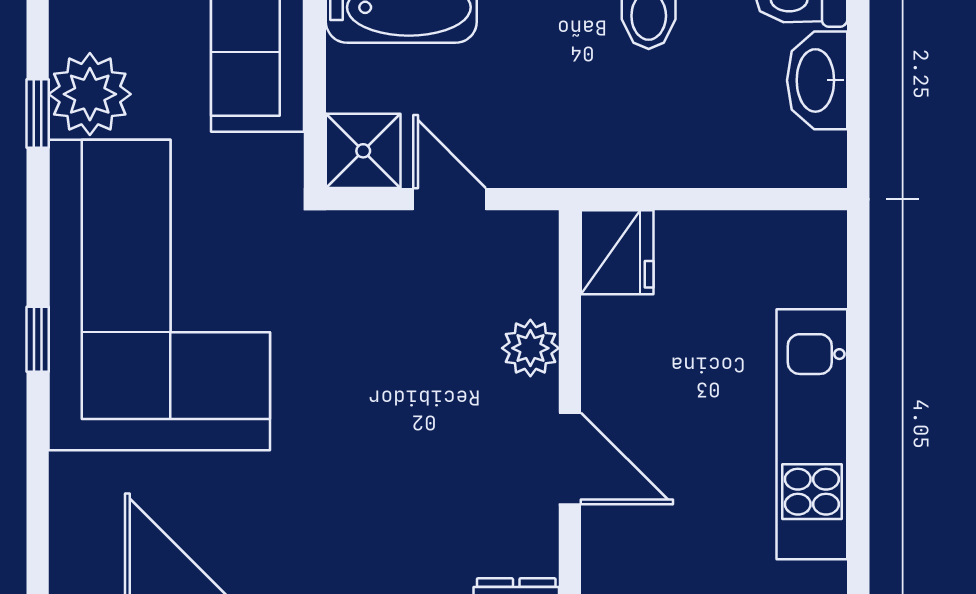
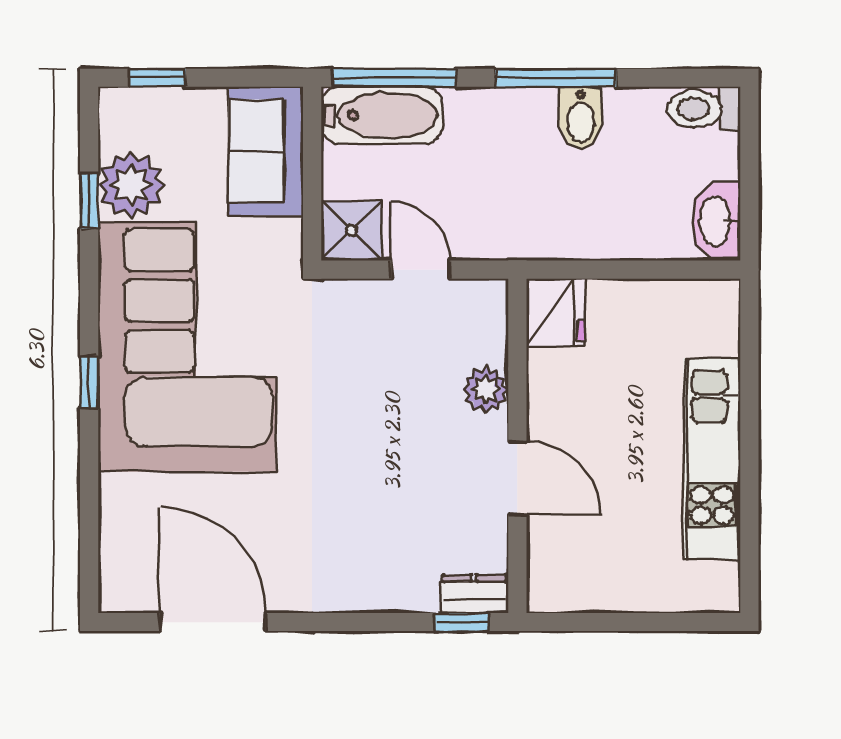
washbasin: (817, 80) -> (716, 221), moved

